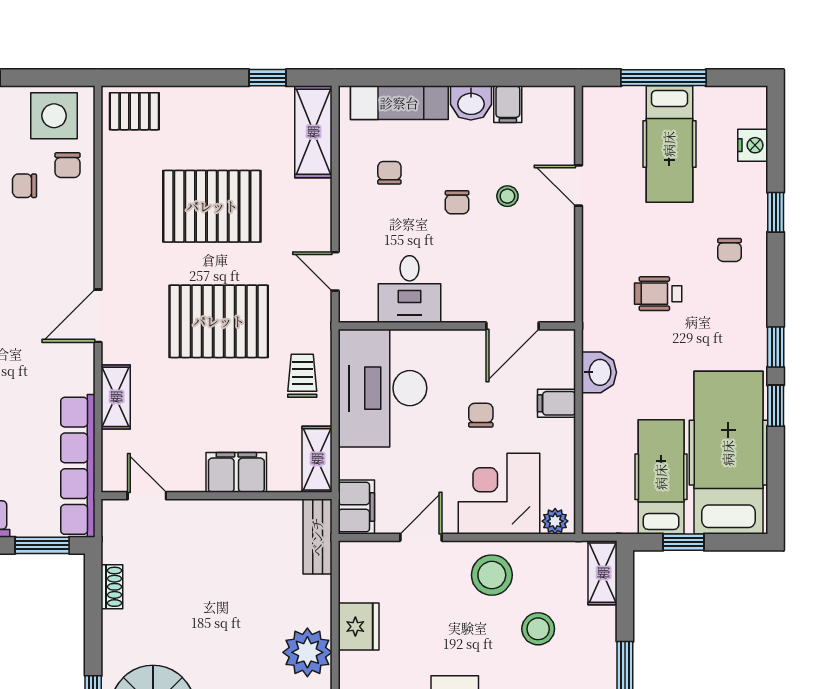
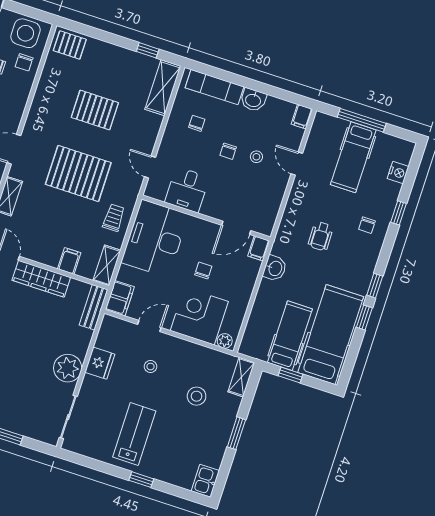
filing cabinet: (508, 104) -> (302, 117), moved
pallet: (212, 206) -> (95, 110), width x0.73, depth x0.71
wheelchair: (658, 294) -> (321, 236), turned -91
filing cabinet: (556, 403) -> (259, 248), moved, turned -90
filing cabinet: (236, 472) -> (69, 261), width x0.50
wardrobe: (215, 517) -> (41, 279), added
stool: (492, 575) -> (150, 367), moved, width x0.53, depth x0.53

